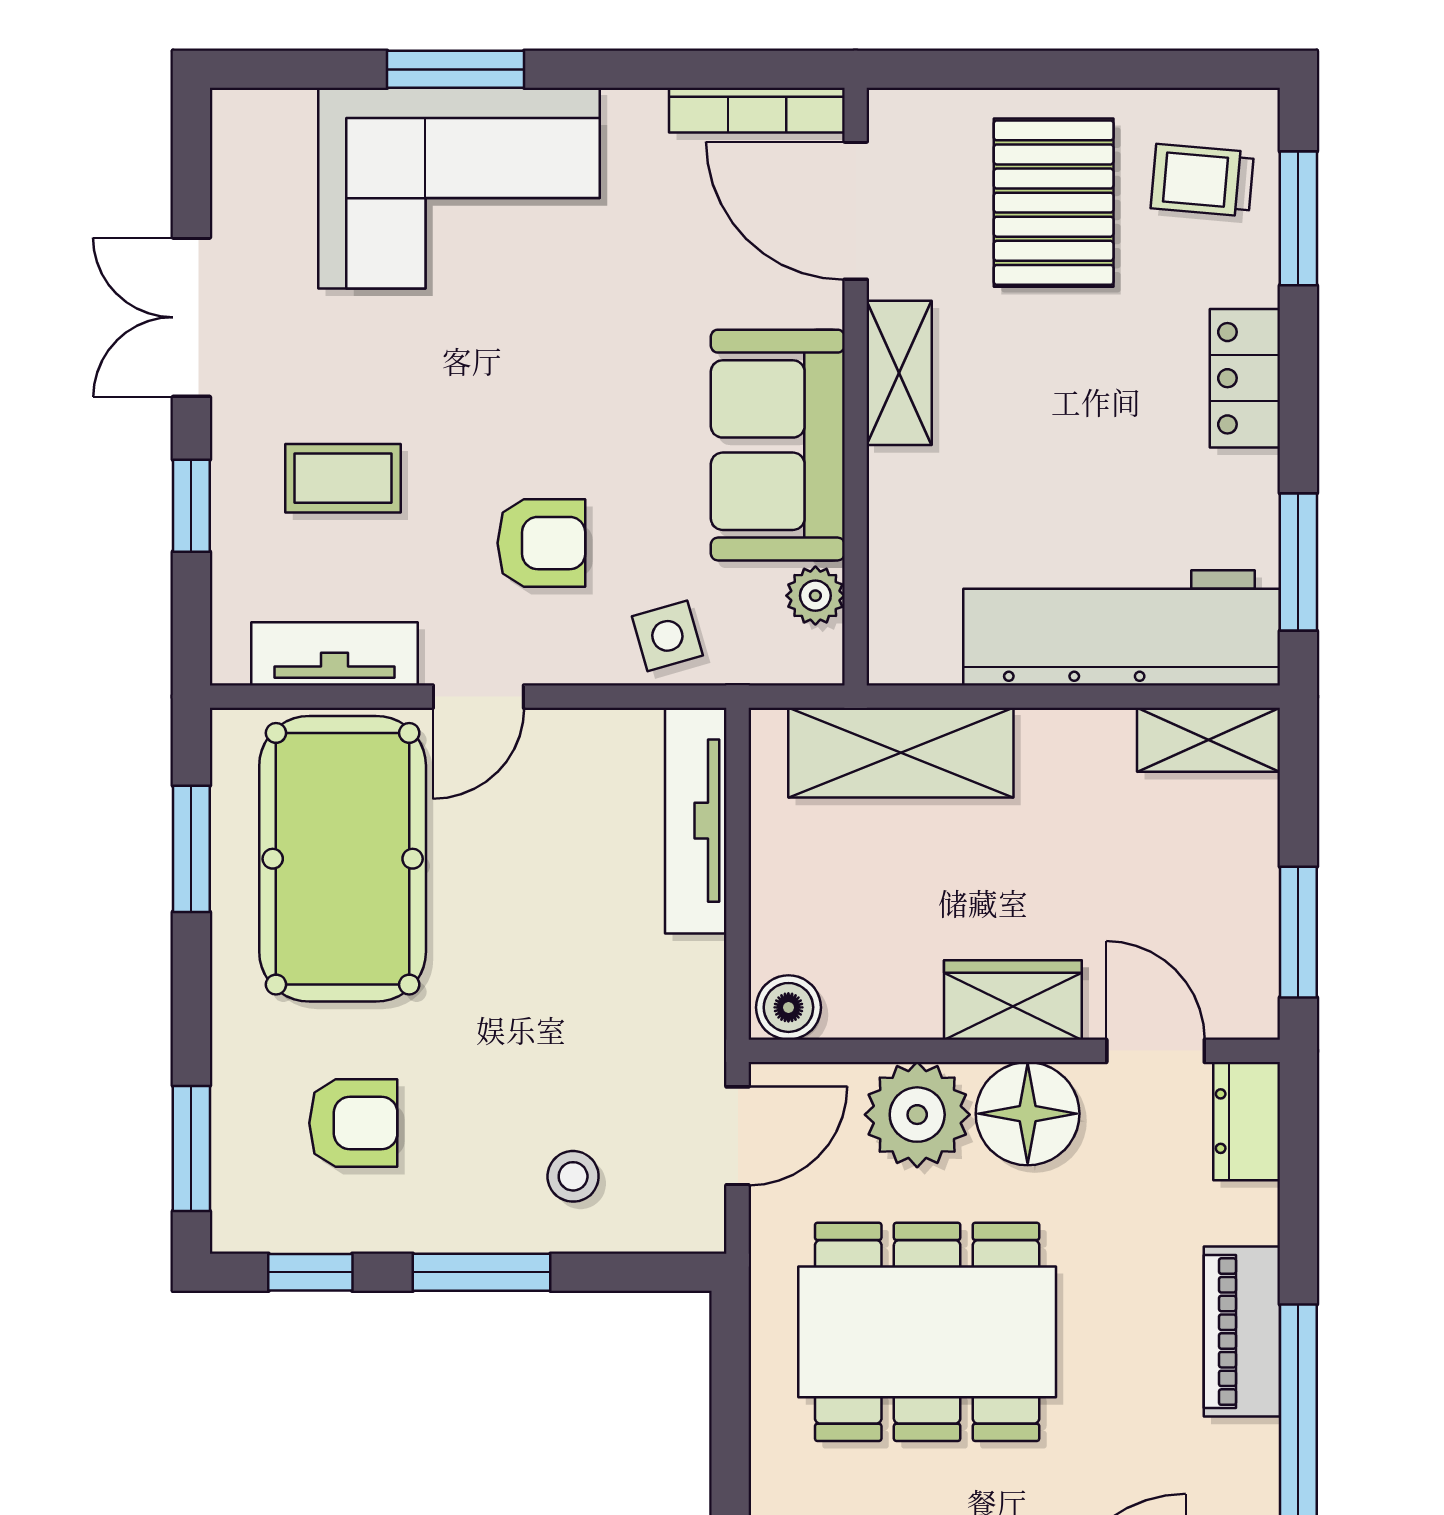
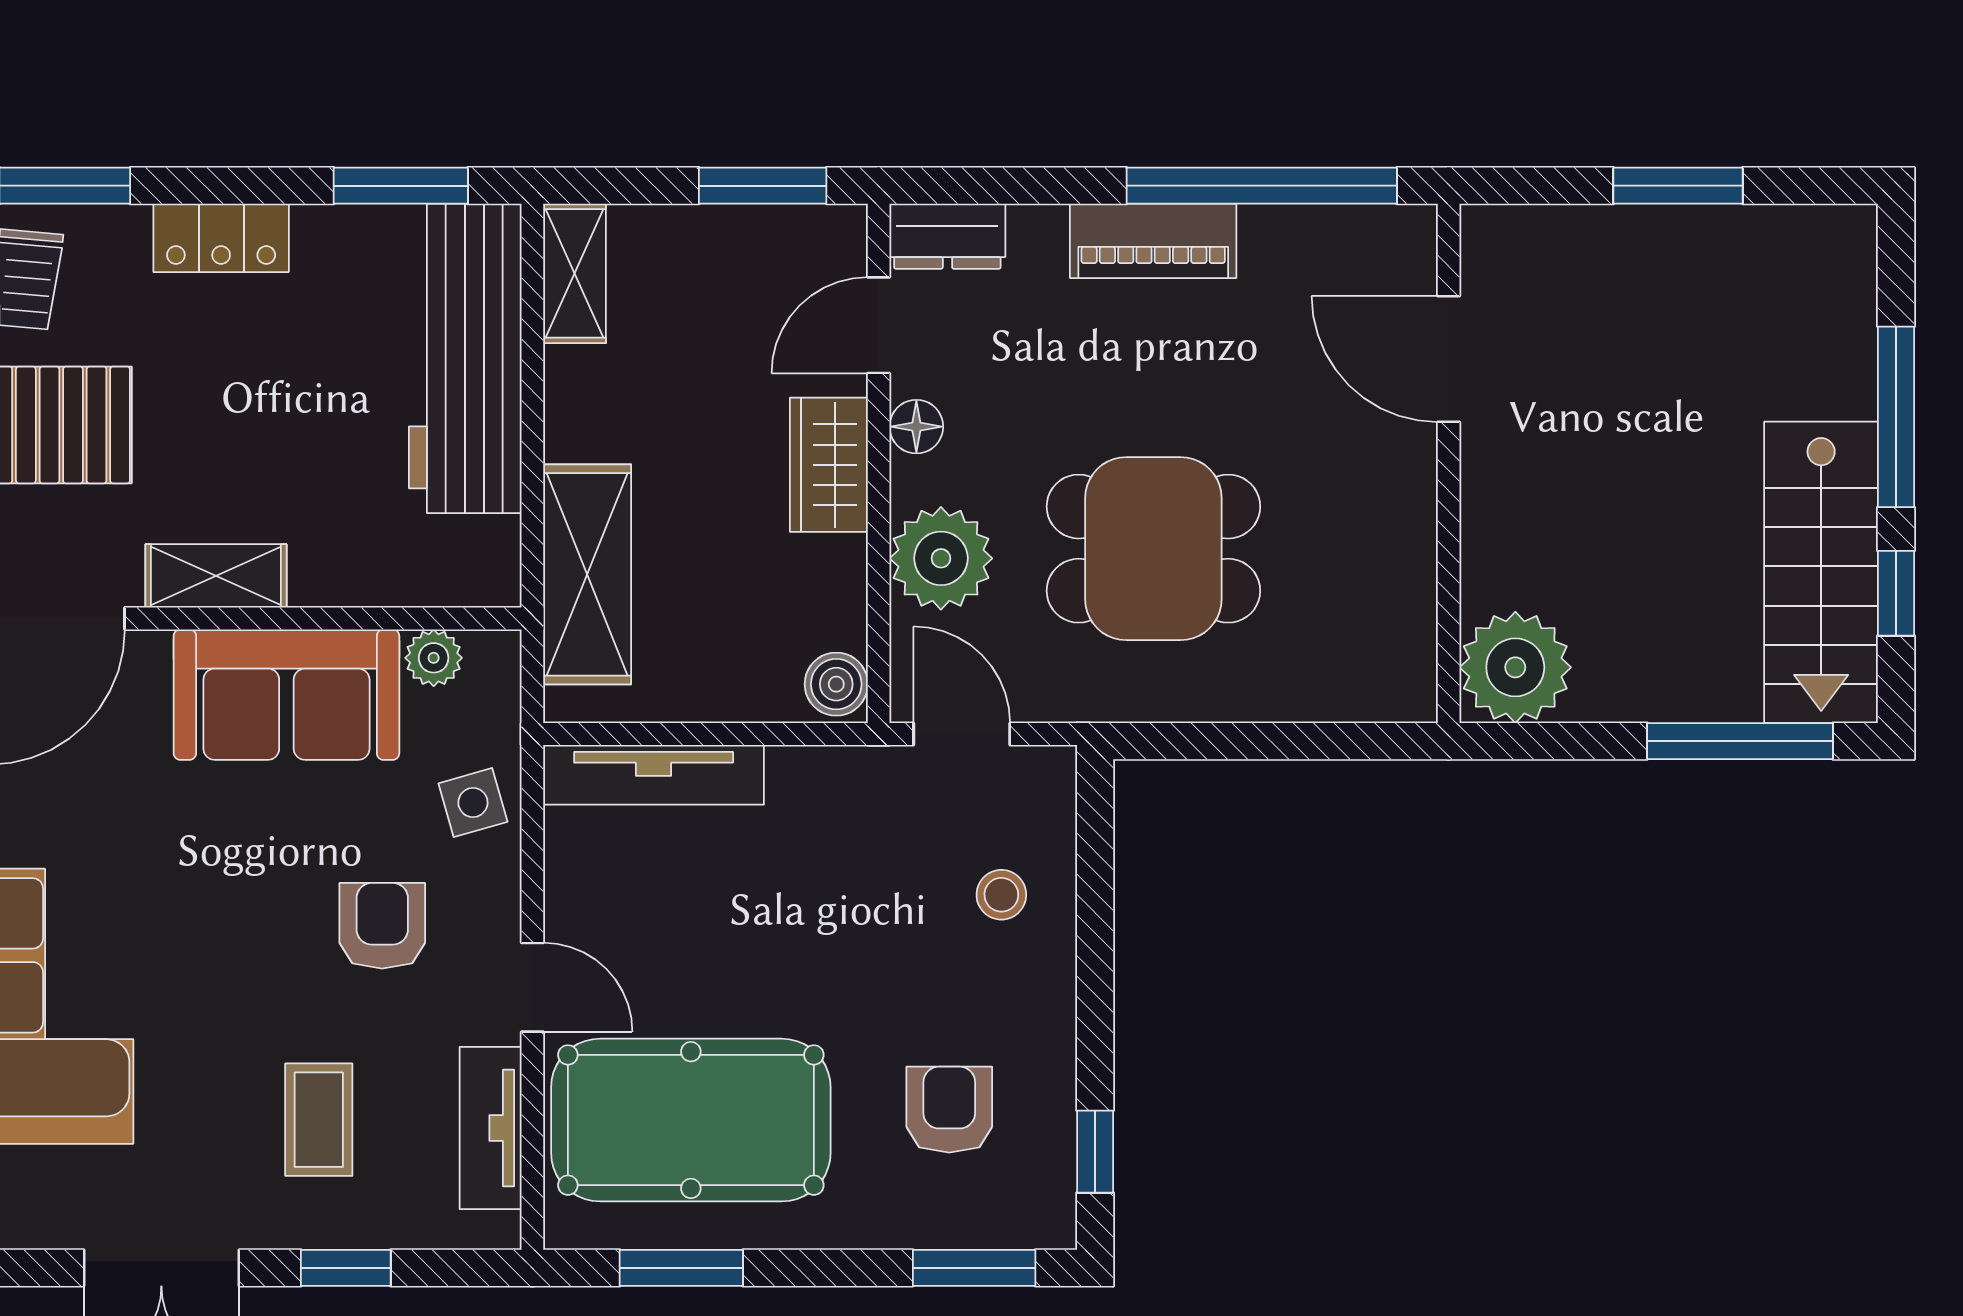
floor lamp: (1028, 1114) -> (916, 427), width x0.53, depth x0.53
window: (482, 1272) -> (1095, 984), removed
dining table: (927, 1332) -> (1153, 549), width x0.73

